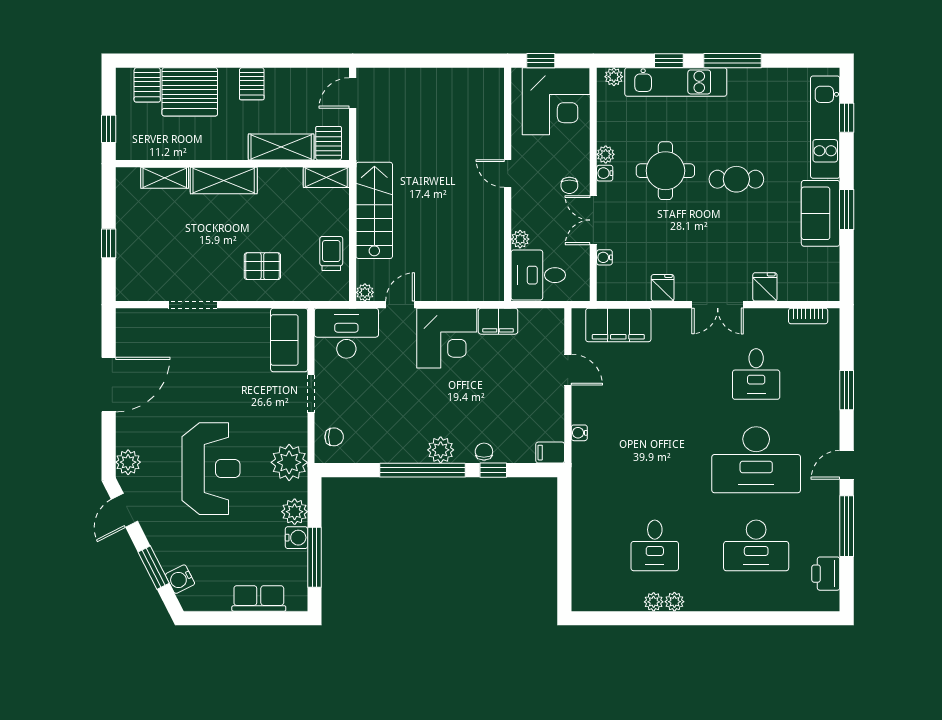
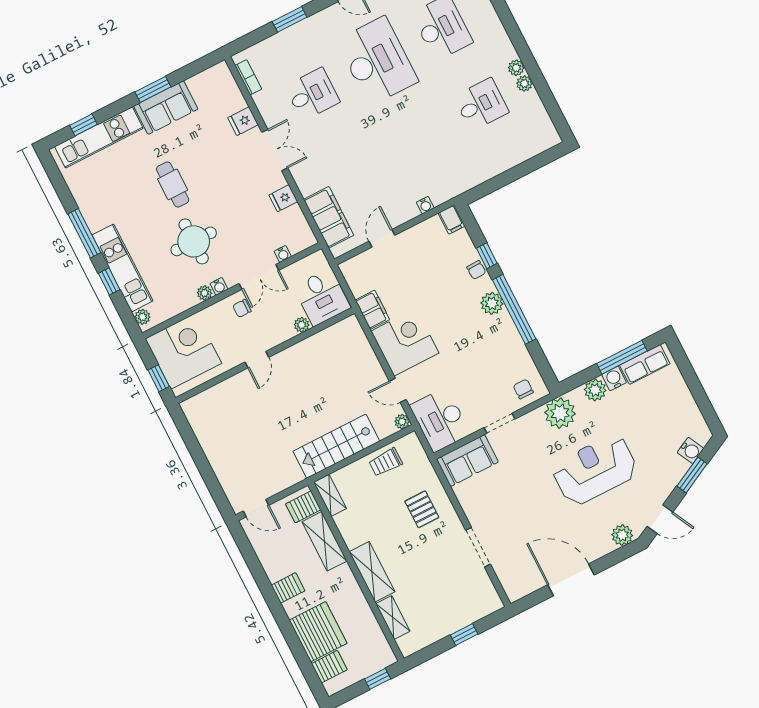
chair: (569, 185) -> (242, 308), turned 180
chair: (484, 452) -> (476, 270), turned -92
row of seats: (259, 598) -> (645, 364), moved, turned -90

